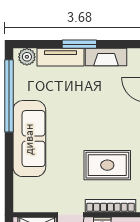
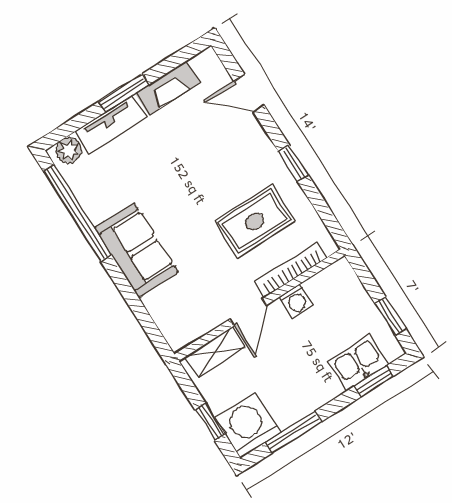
sofa: (29, 139) -> (136, 250), width x0.73

